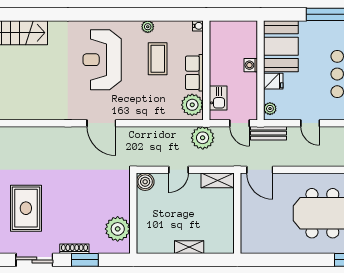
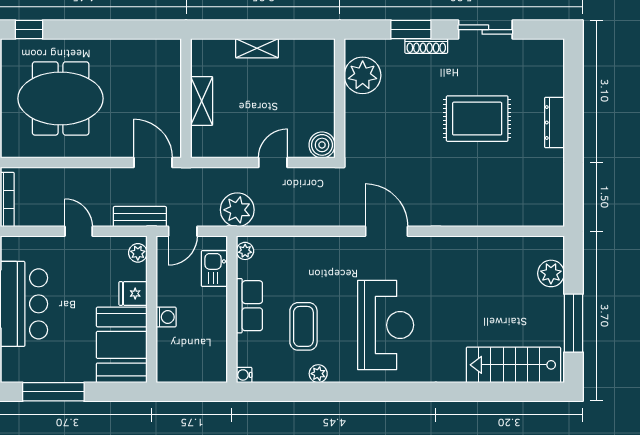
plant: (192, 105) -> (245, 251), width x0.53, depth x0.53
door: (239, 123) -> (183, 231), swing flipped
shelving: (218, 180) -> (202, 101), moved, turned 90
rug: (26, 208) -> (477, 119), moved, turned 90

